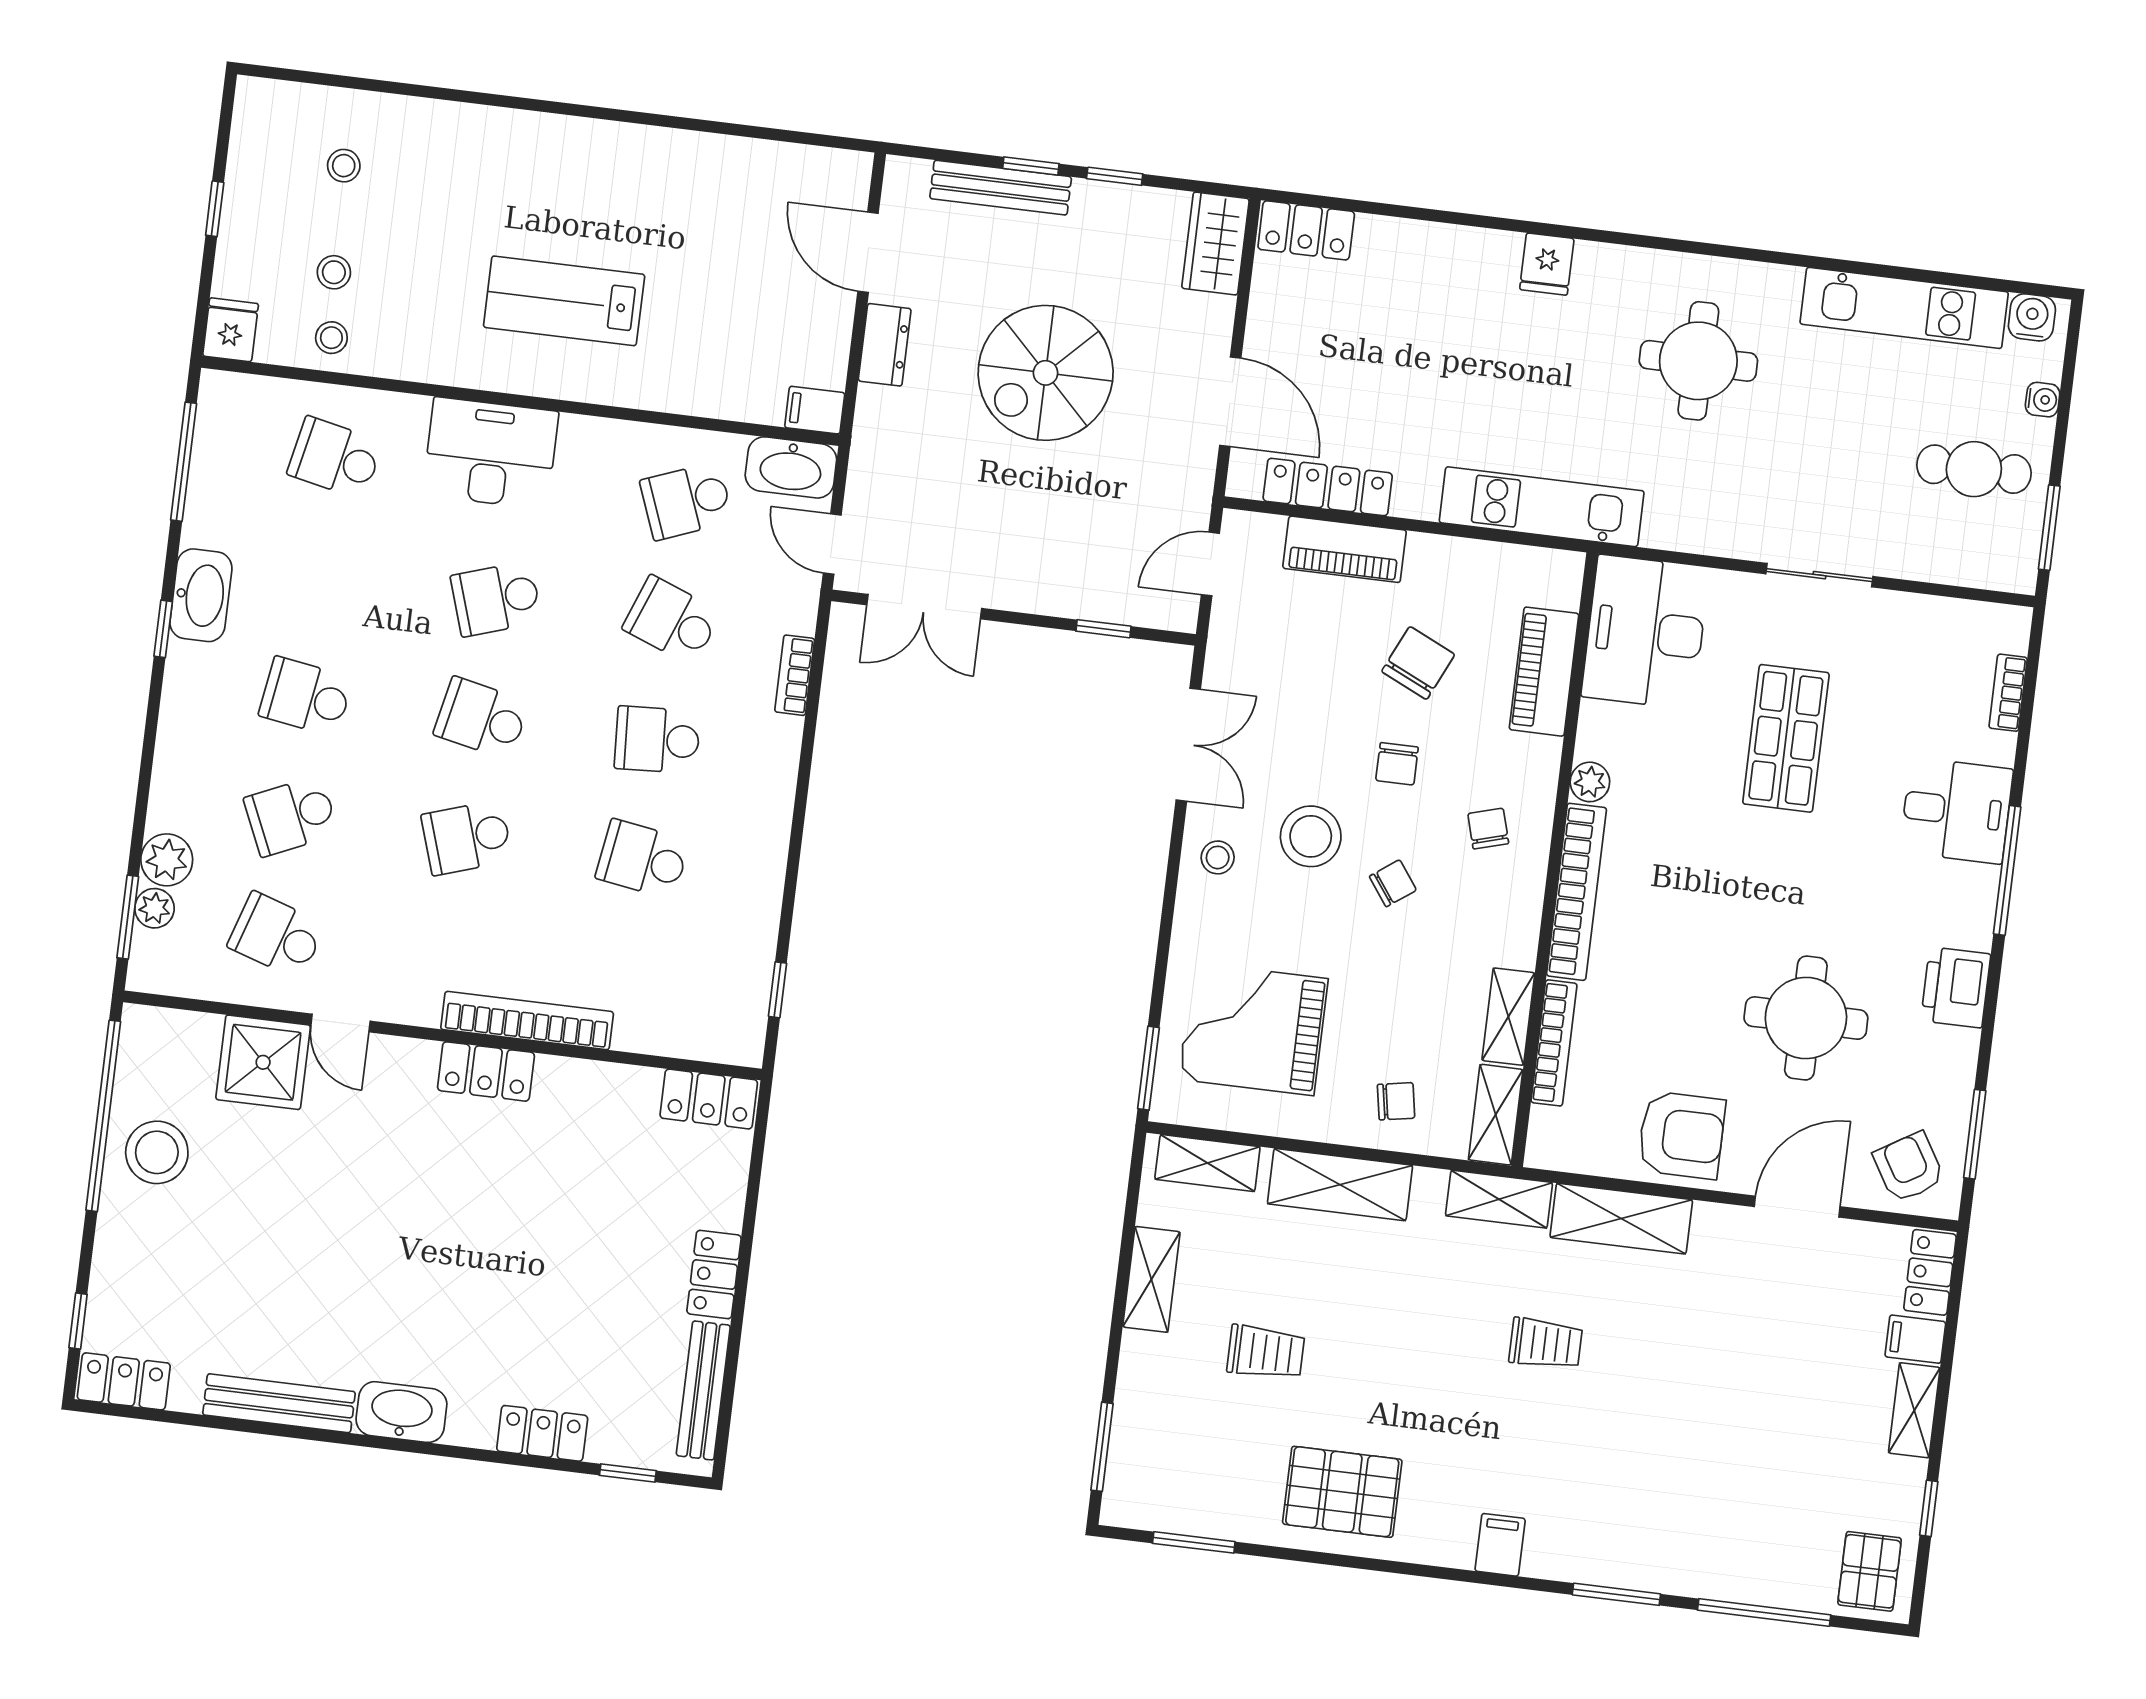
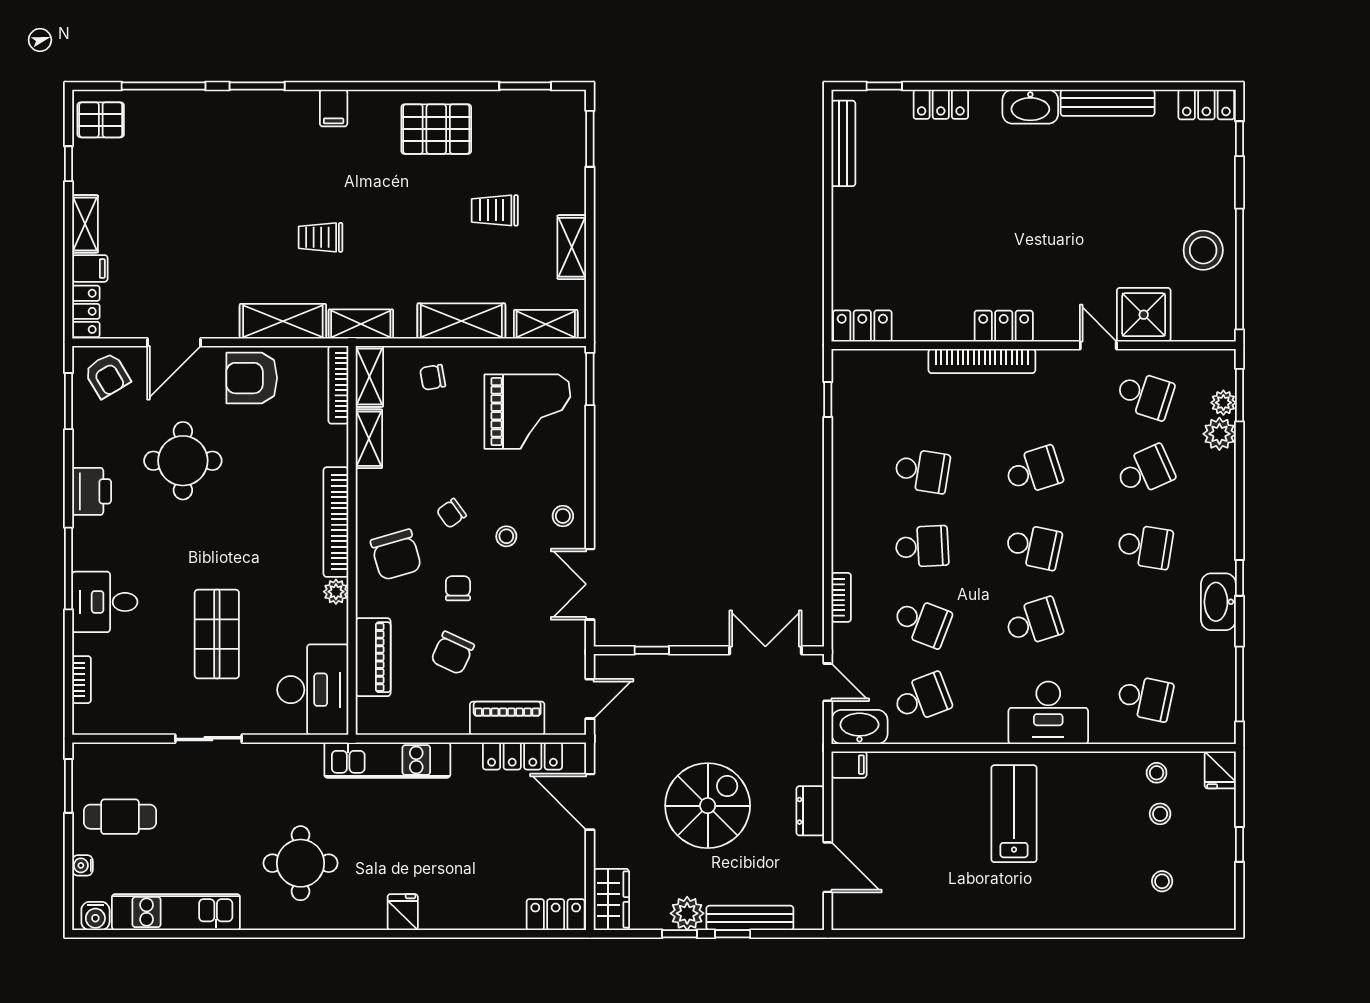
plant: (1099, 207) -> (687, 913), added
lab bench: (564, 301) -> (1014, 814), turned -90
chair: (1488, 829) -> (396, 555), width x1.87, depth x1.87
stool: (1311, 836) -> (506, 536), width x0.53, depth x0.53
bookcase: (1554, 1043) -> (338, 385), moved
locker: (714, 1275) -> (846, 217), removed
pallet: (1870, 1571) -> (101, 120), turned 90

